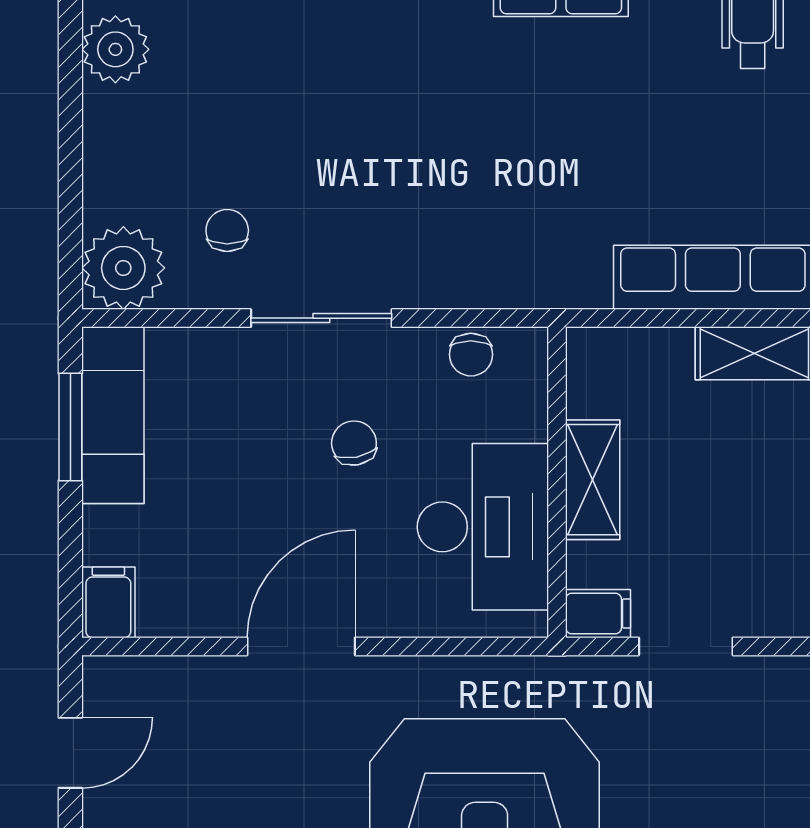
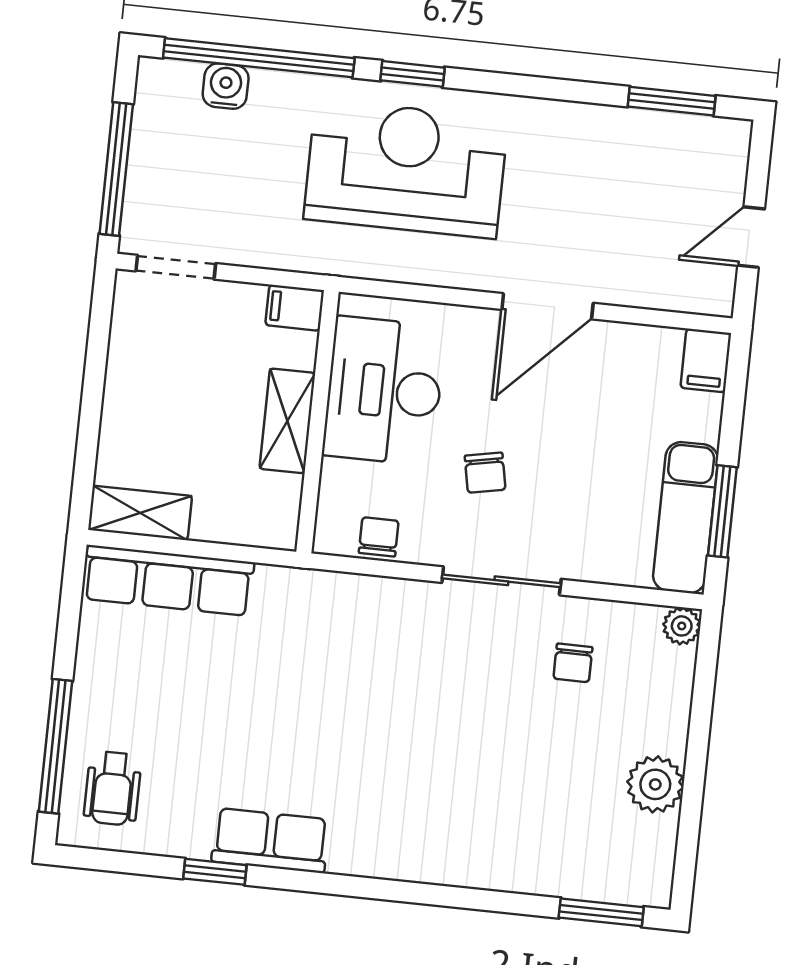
plant: (115, 49) -> (655, 784), moved
plant: (123, 268) -> (682, 626), width x0.53, depth x0.53
doorway: (686, 646) -> (176, 267), moved

